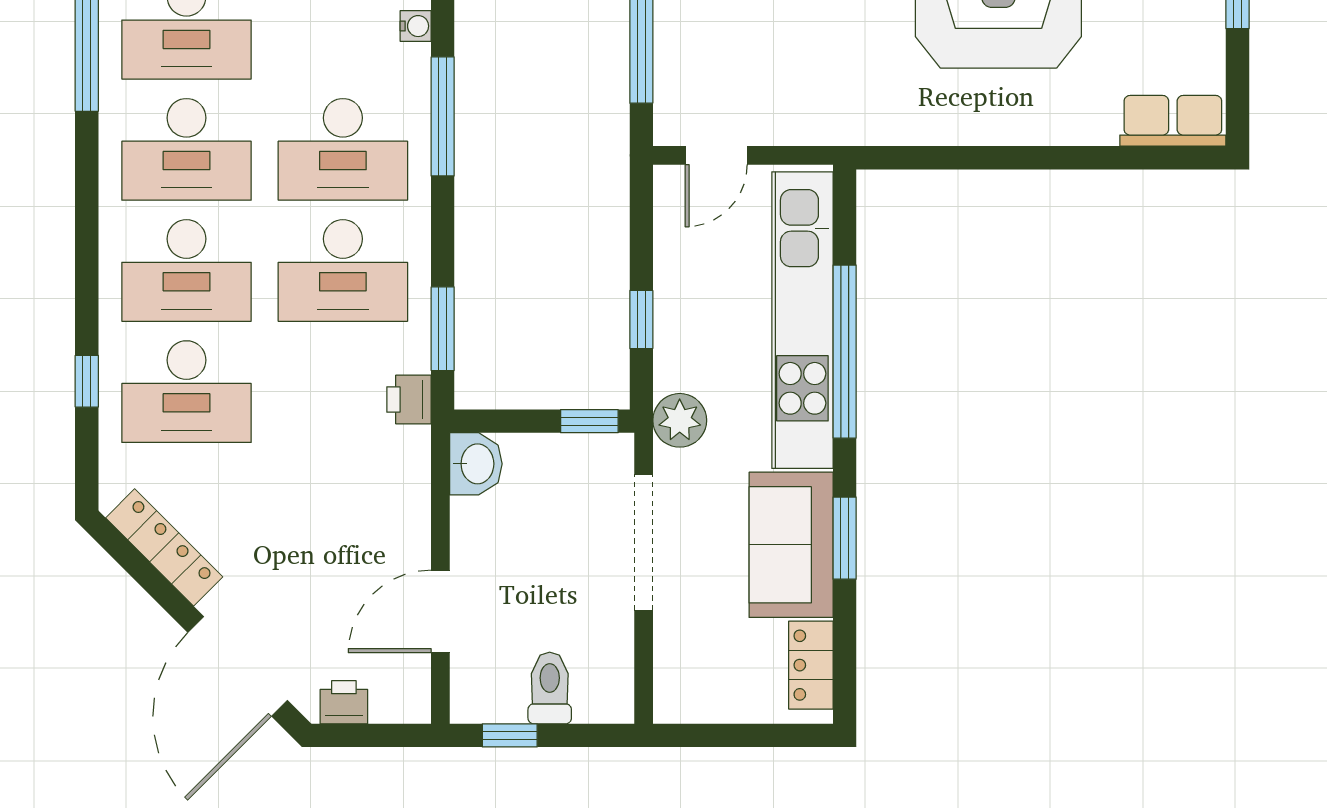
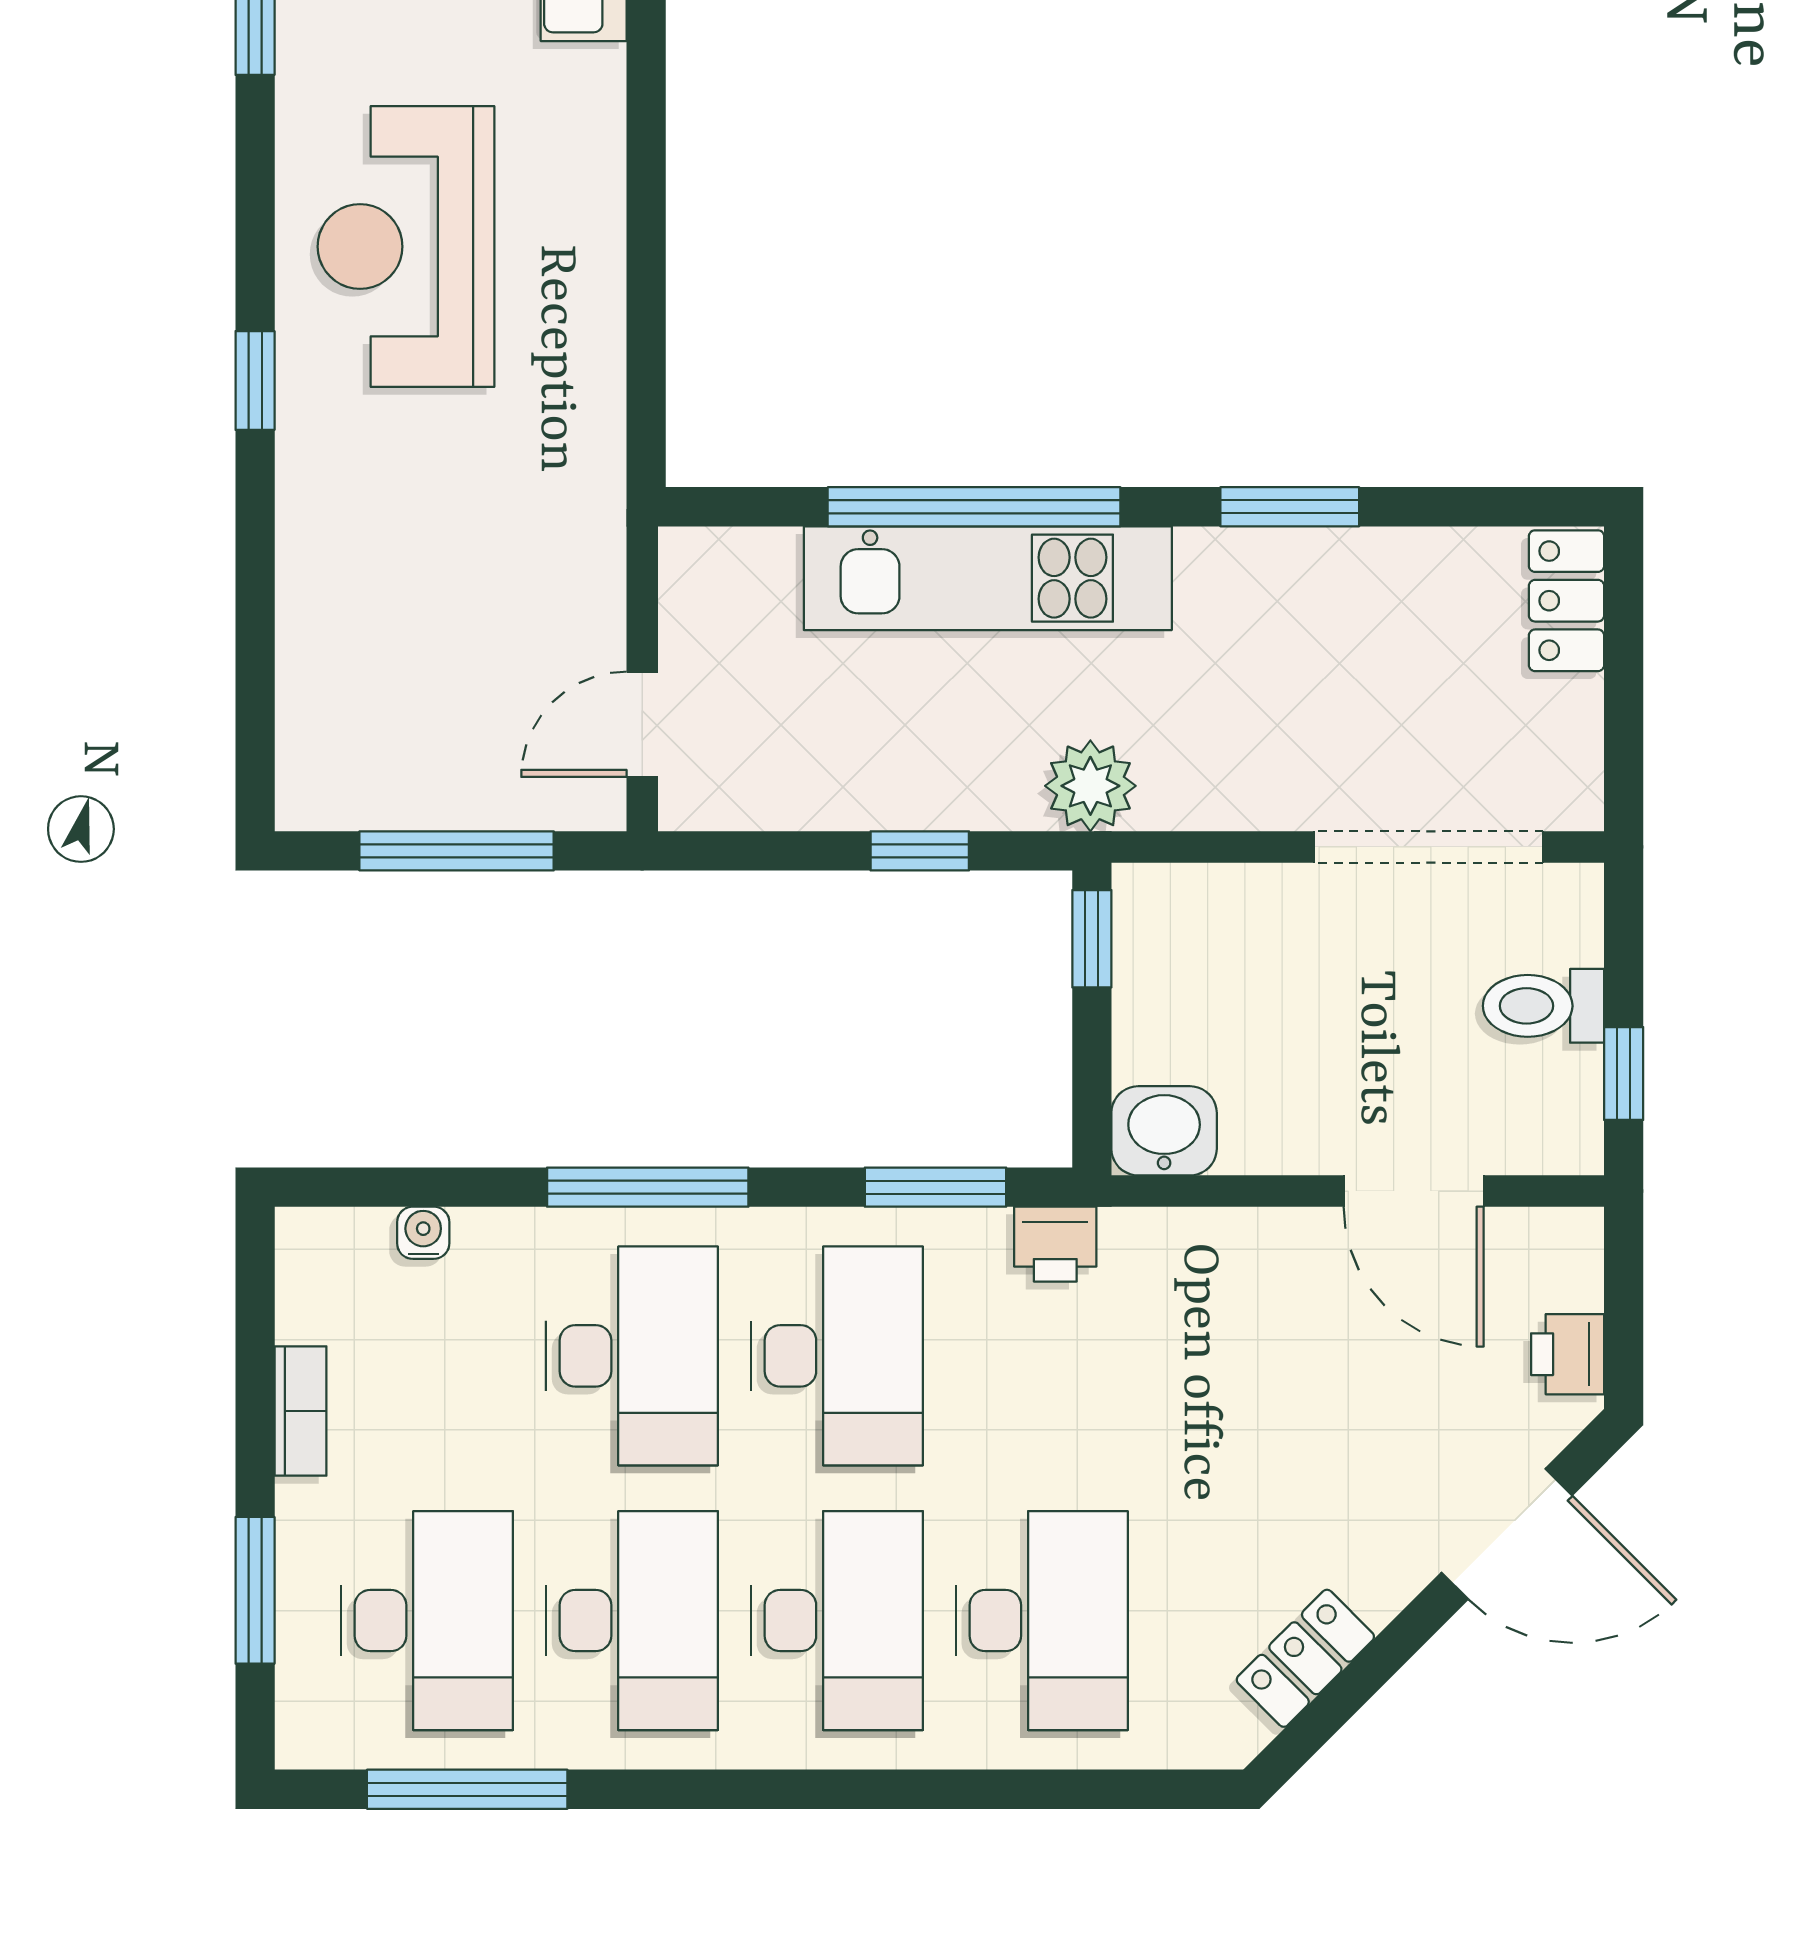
window: (443, 116) -> (648, 1187), moved
door: (716, 155) -> (642, 724), swing flipped
kitchen unit: (802, 320) -> (988, 578), width x0.73
window: (87, 381) -> (1024, 1789), removed
doorway: (644, 543) -> (1429, 847), moved
sofa: (791, 545) -> (1301, 597), removed
locker: (164, 547) -> (1305, 1658), width x0.66
locker: (811, 665) -> (1566, 601), moved, turned 90
door: (238, 666) -> (1507, 1534), width x0.73

